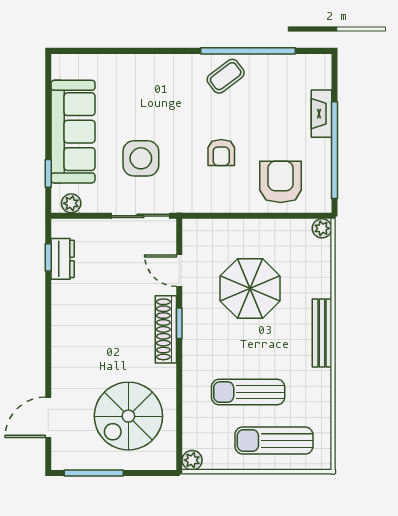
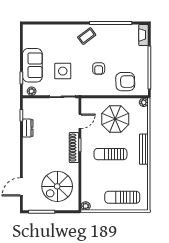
coffee table: (226, 76) -> (87, 36), moved
fireplace: (321, 114) -> (143, 35), moved
sofa: (73, 132) -> (32, 65), width x0.73
armchair: (281, 182) -> (125, 82), turned 89
dresser: (63, 259) -> (28, 128), moved
door: (179, 271) -> (80, 121), swing flipped
parasol: (250, 289) -> (115, 119), moved
sun lounger: (248, 392) -> (110, 154), moved

